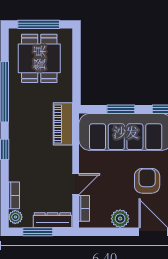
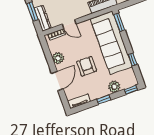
window: (121, 109) -> (119, 22), moved
armchair: (147, 181) -> (87, 66), turned -90

